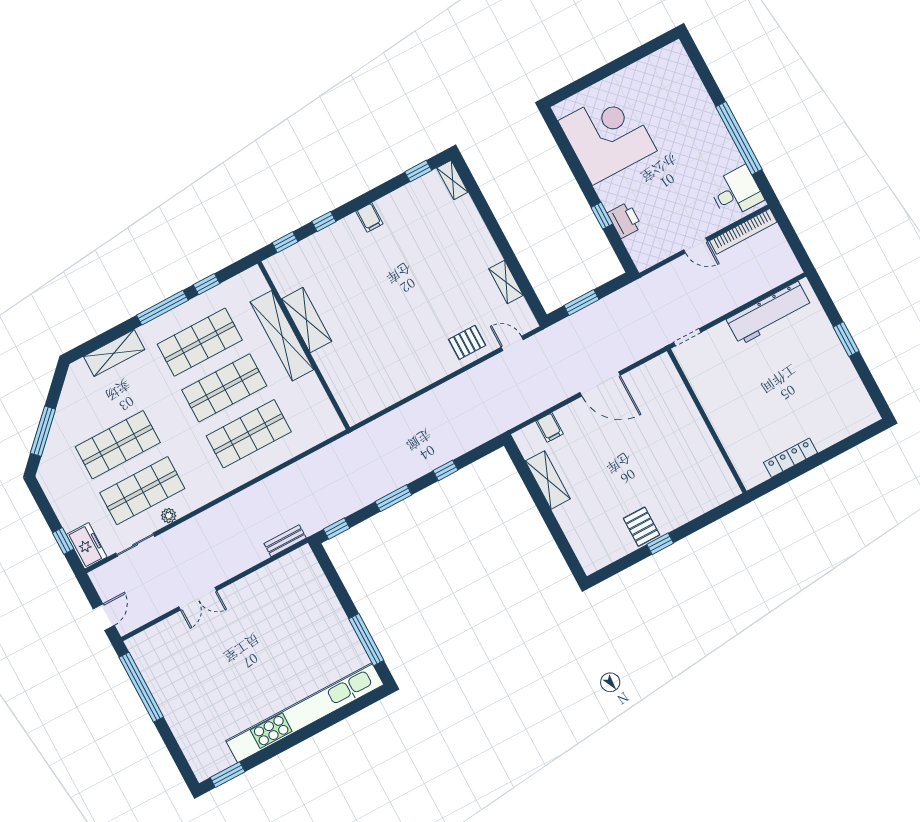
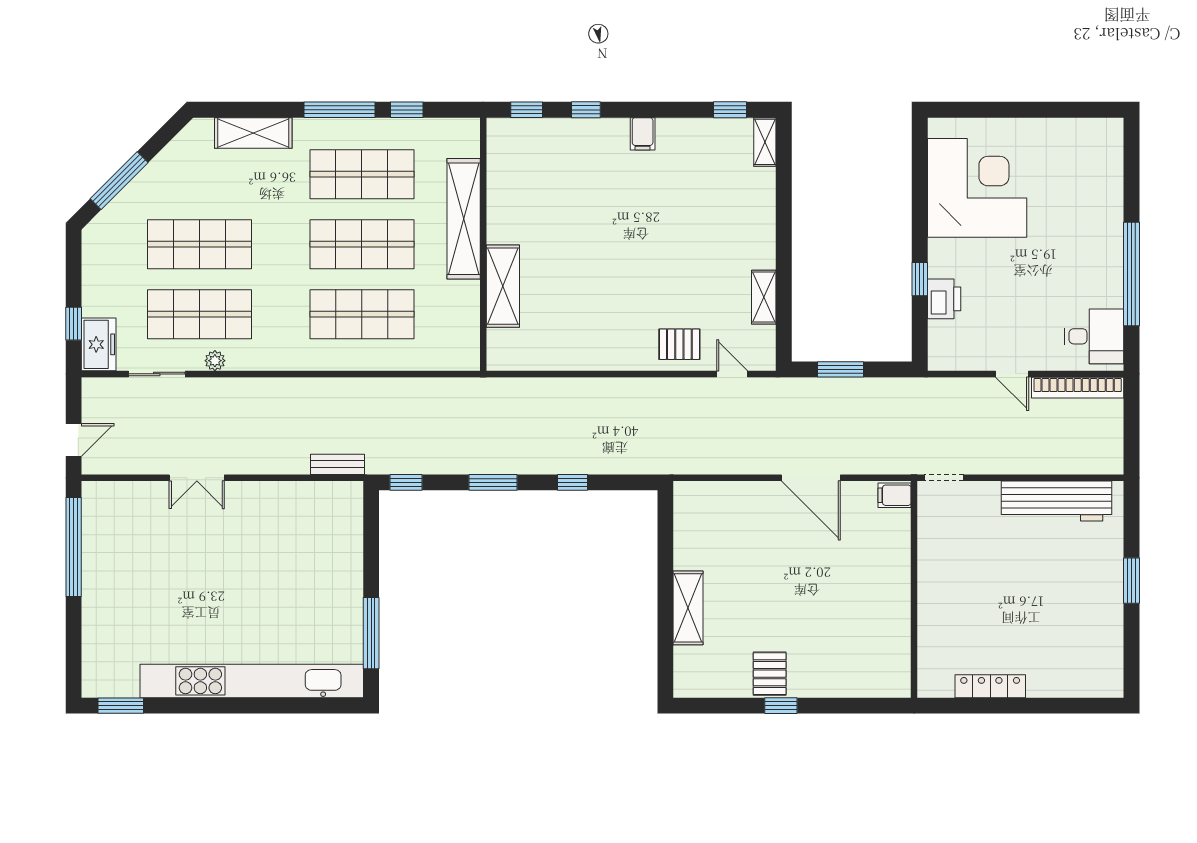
shelving: (307, 320) -> (503, 286), moved
filing cabinet: (550, 427) -> (894, 495), moved, turned 90
shelving: (548, 480) -> (688, 608), moved

